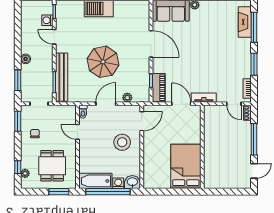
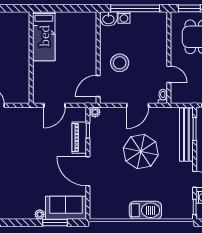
piano: (159, 88) -> (79, 138), moved
plant: (127, 98) -> (95, 112), moved
tv unit: (204, 98) -> (30, 112), removed
door: (181, 104) -> (54, 105), hinge flipped
bed: (186, 166) -> (44, 36), width x0.67
bathtub: (95, 181) -> (149, 20), removed

